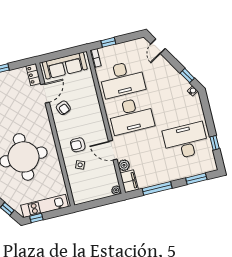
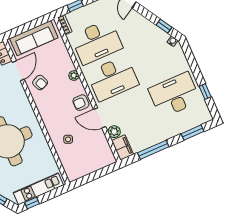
armchair: (78, 145) -> (81, 103), moved
plant: (116, 190) -> (74, 76), moved

